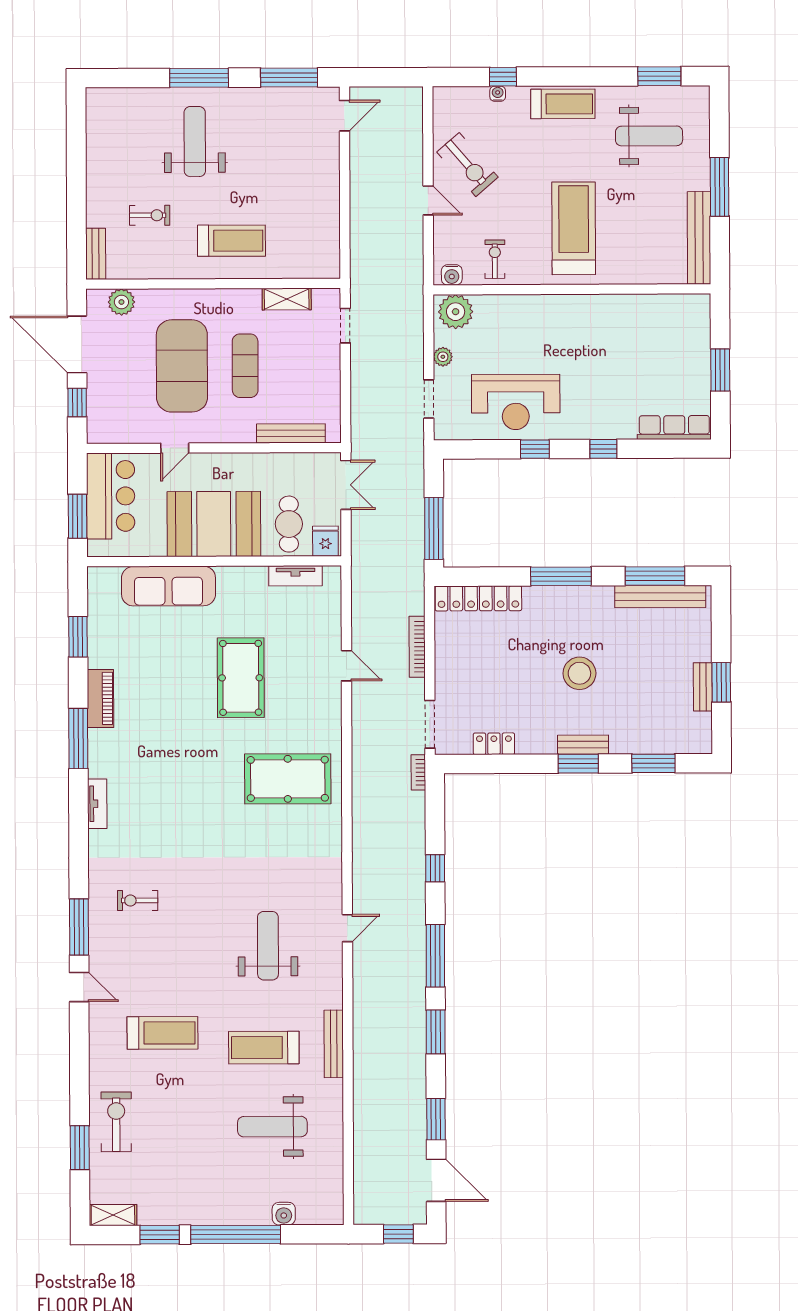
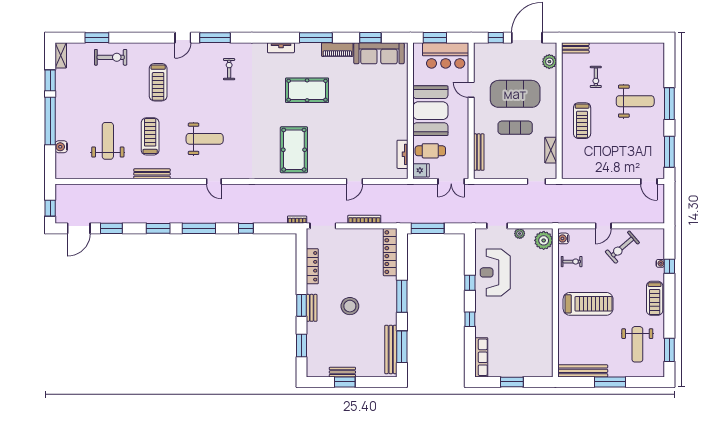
sofa: (168, 586) -> (379, 53), moved, turned -90
pool table: (241, 678) -> (307, 90), moved
locker: (494, 744) -> (312, 266), width x1.53

